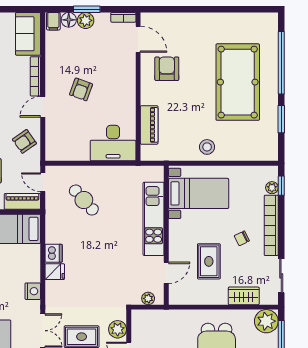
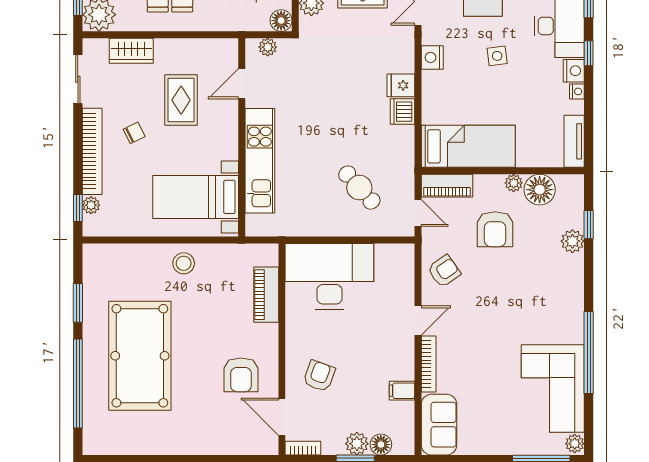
filing cabinet: (53, 21) -> (402, 391), moved, turned -90
armchair: (81, 89) -> (319, 376), moved
desk: (113, 143) -> (329, 276), width x1.36, depth x1.30
floor lamp: (139, 317) -> (281, 21), added

